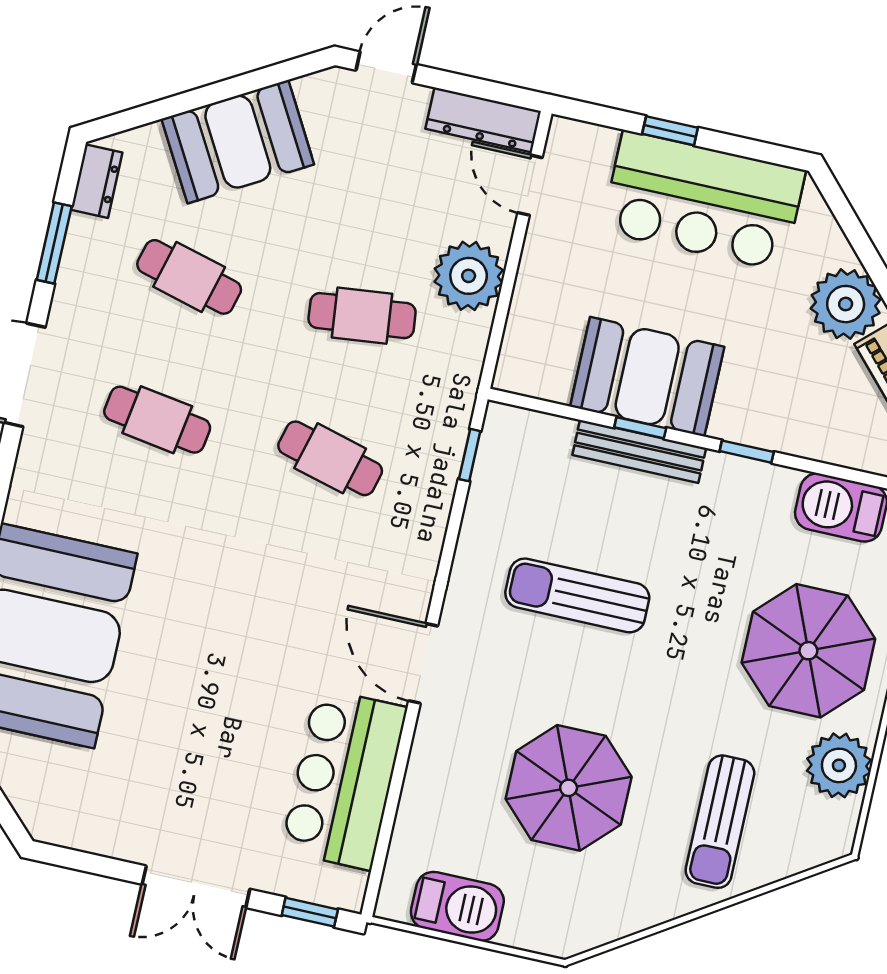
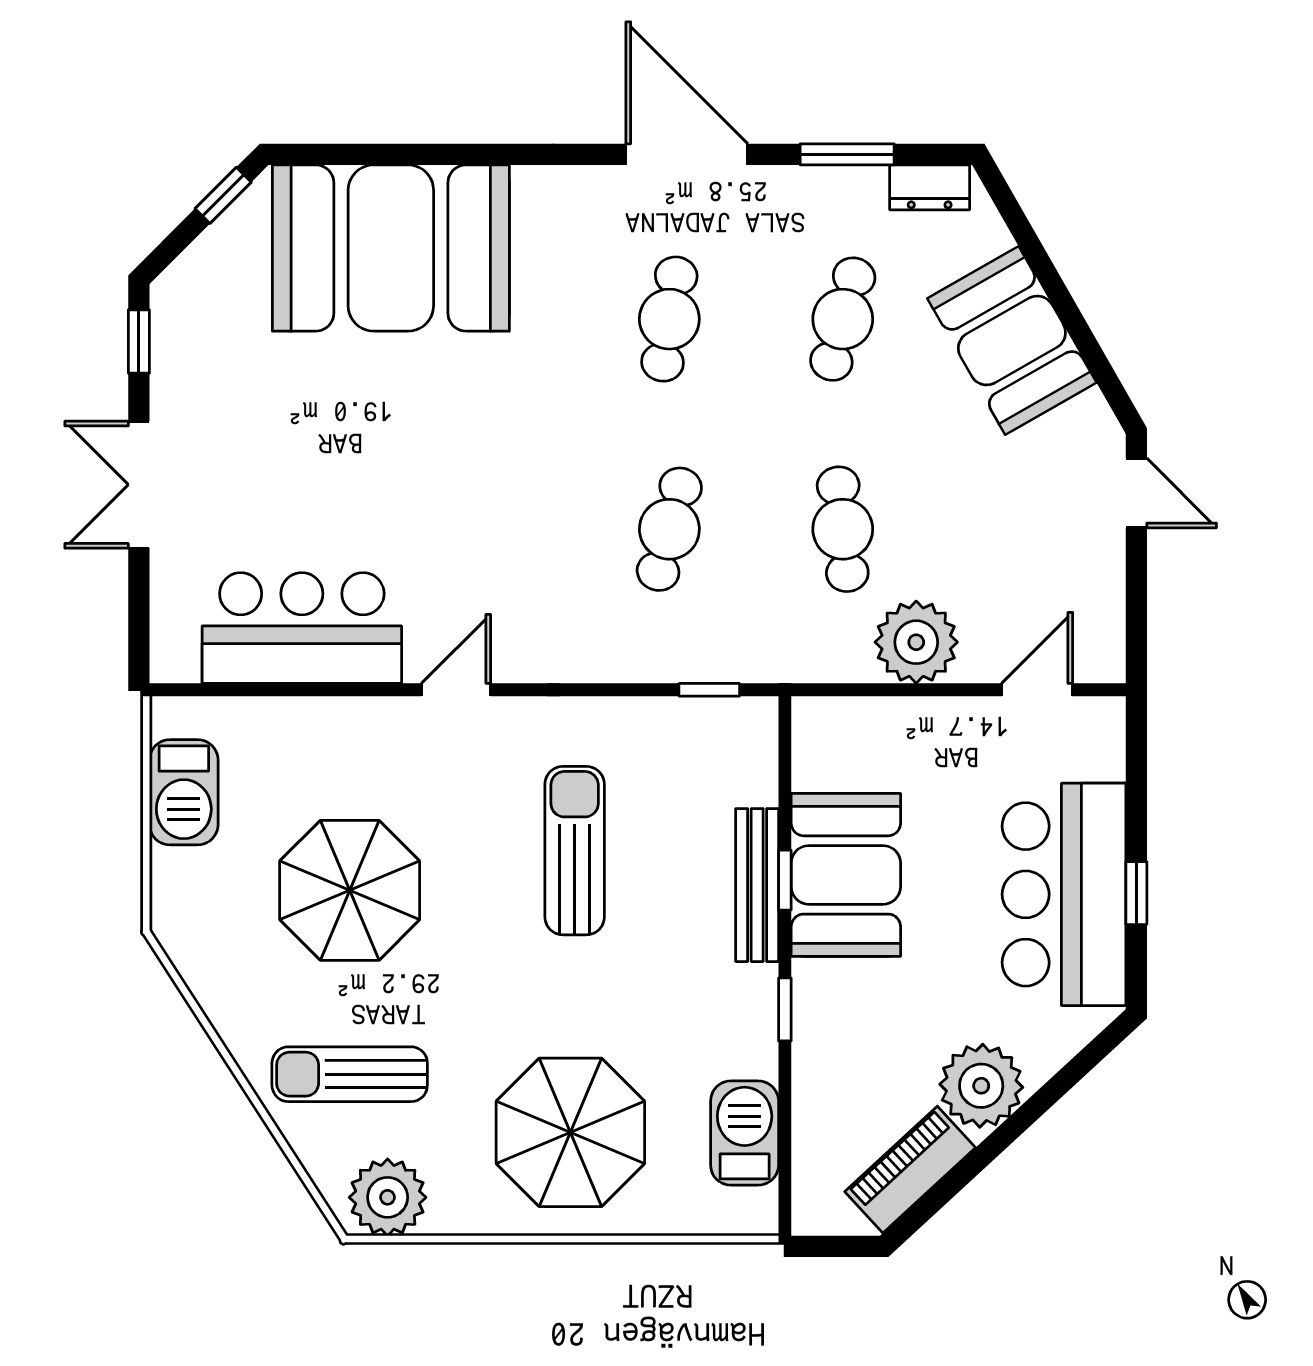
dresser: (483, 120) -> (1100, 619), removed
window: (670, 131) -> (1136, 893), moved
door: (423, 663) -> (456, 690), width x0.73
plant: (839, 765) -> (388, 1197), moved
window: (310, 912) -> (139, 342), moved

